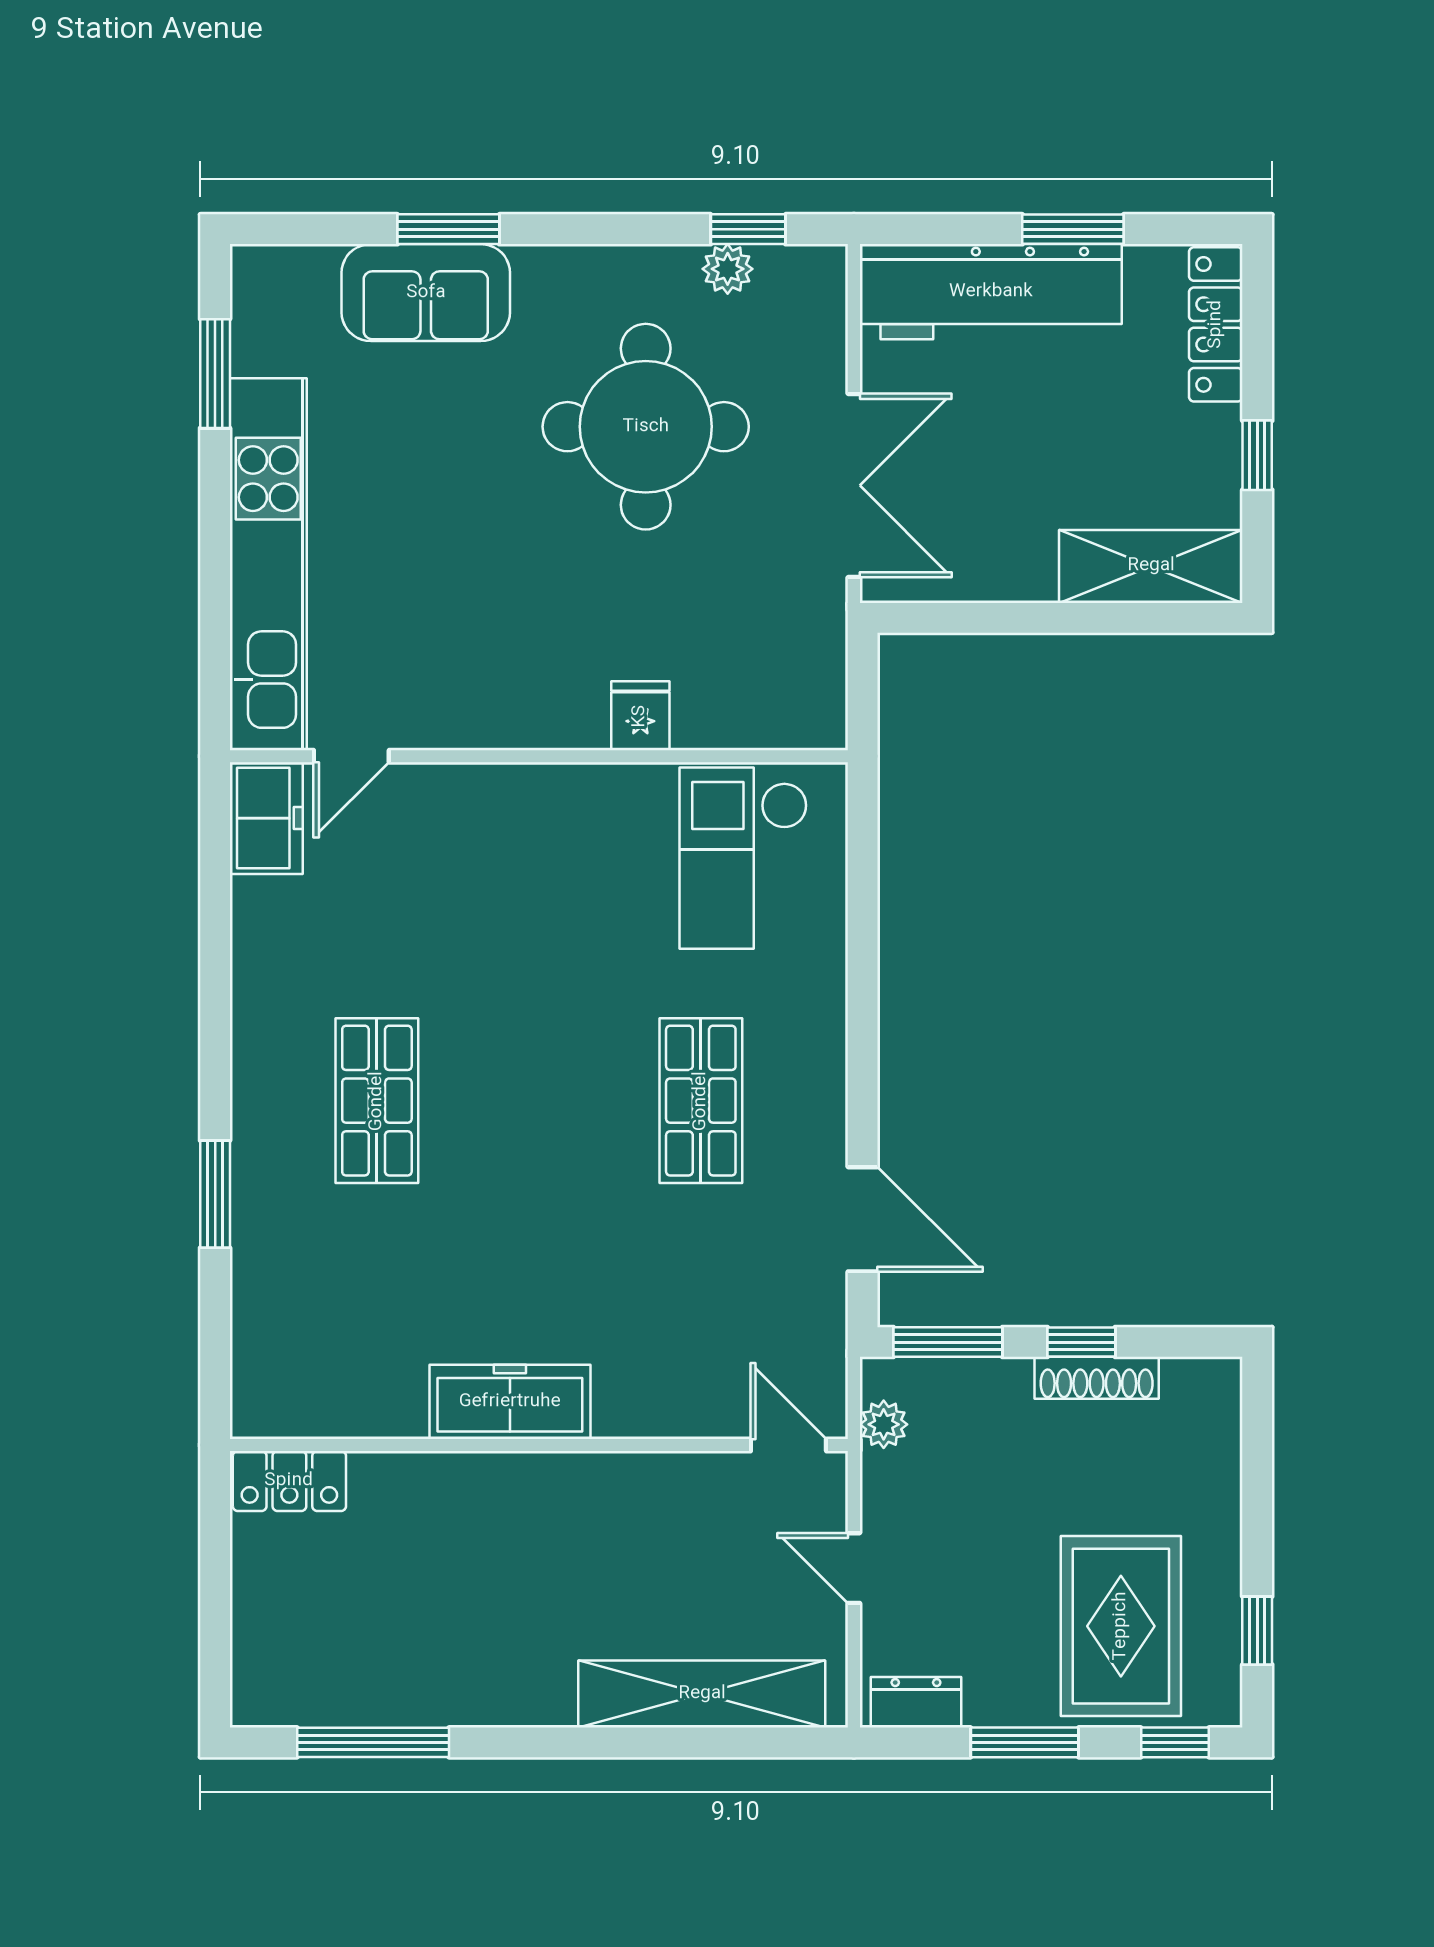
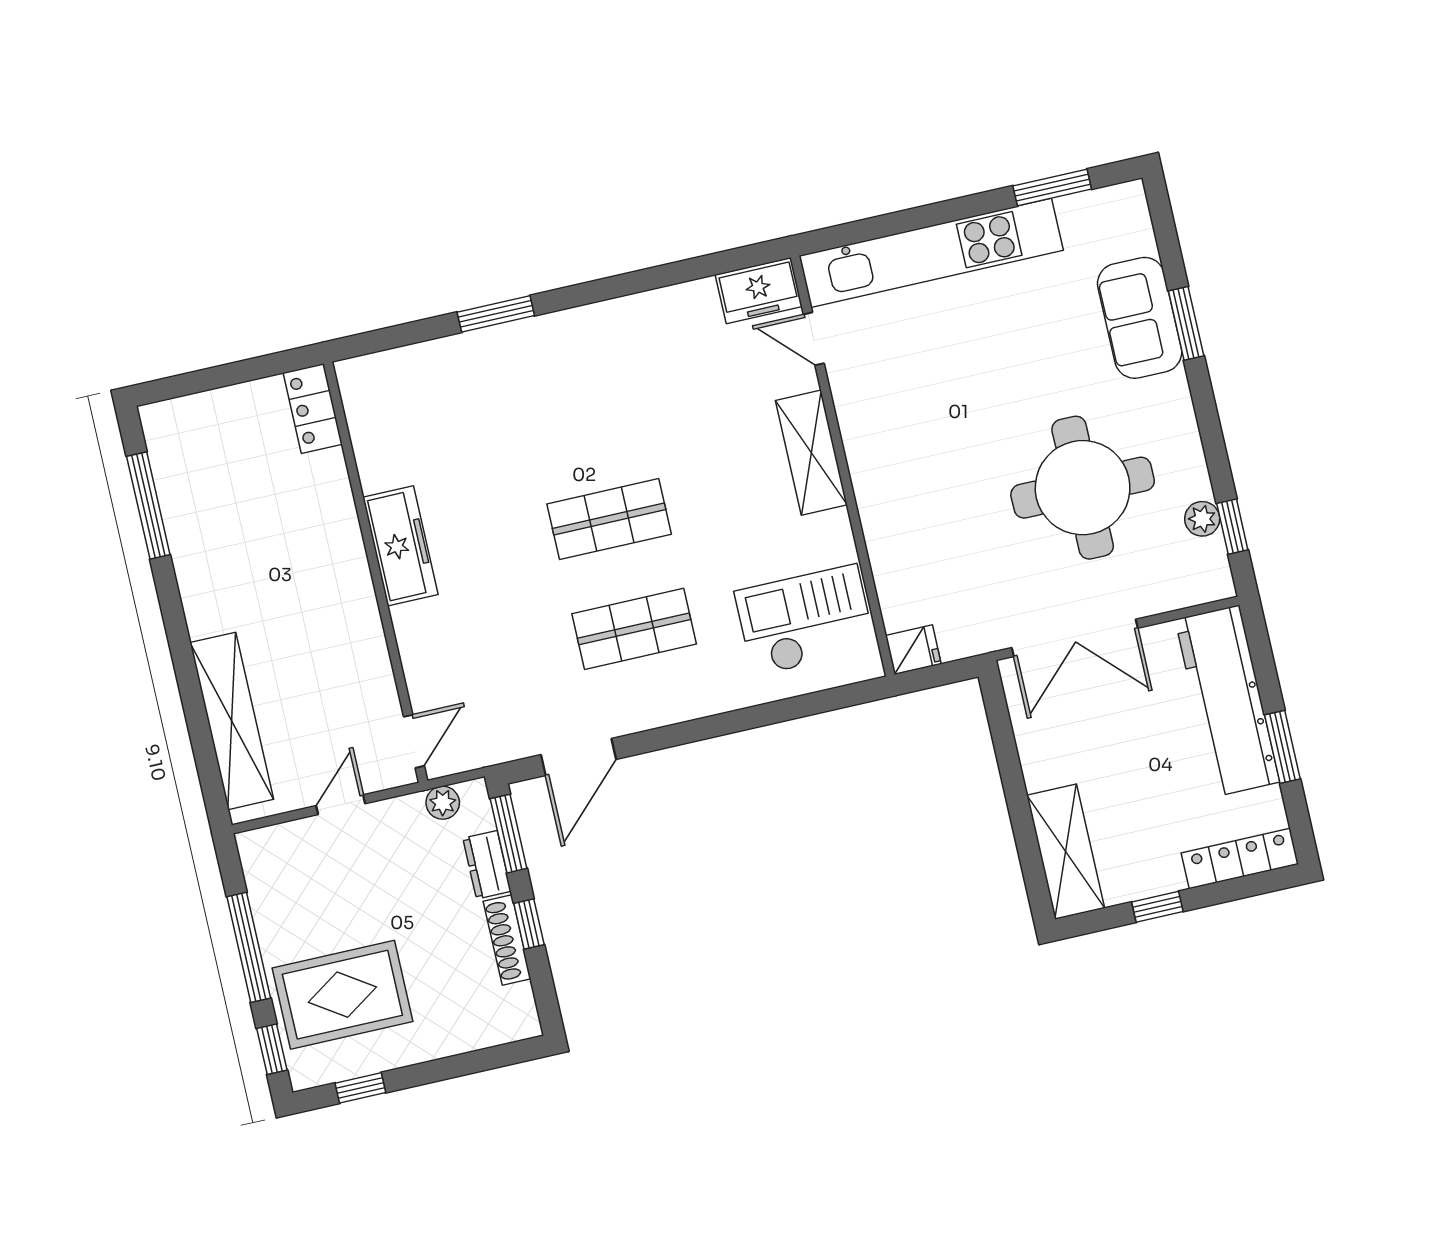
fridge: (640, 716) -> (913, 650), moved
shelving: (510, 796) -> (811, 453), added
shop shelf: (377, 1101) -> (609, 519), moved
dresser: (916, 1702) -> (487, 865), moved, turned 180
window: (1025, 1742) -> (249, 947), width x1.44

